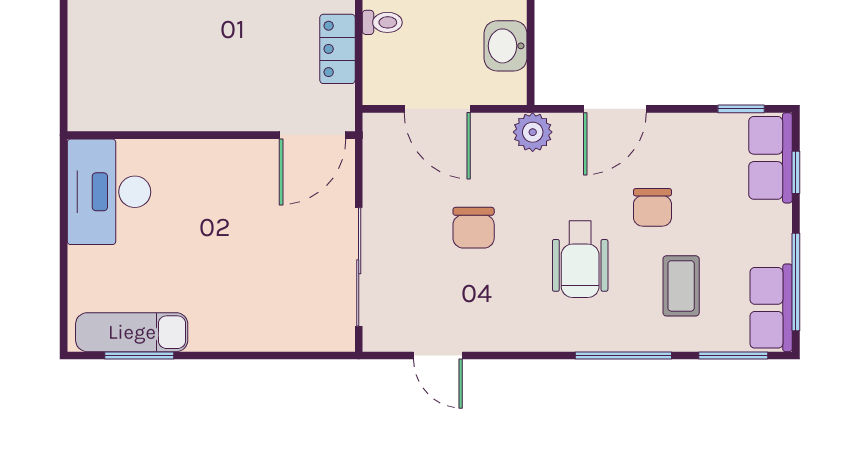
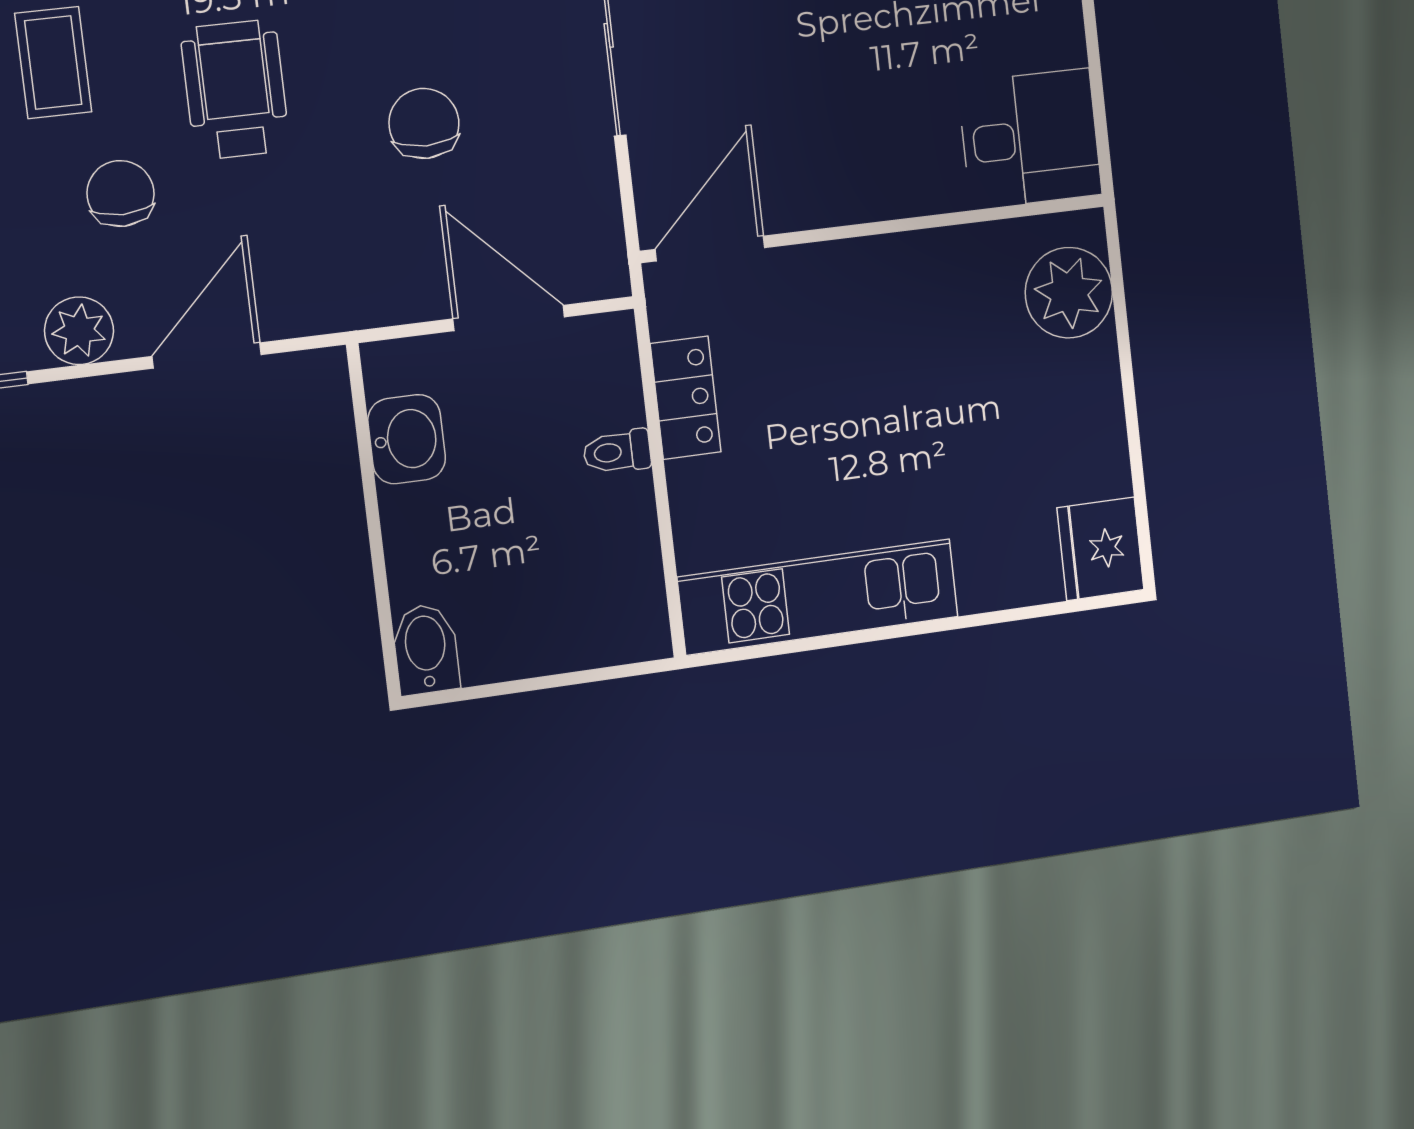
plant: (95, 82) -> (1069, 293), added
plant: (533, 132) -> (79, 331), moved
desk: (109, 192) -> (1030, 139), width x0.73

